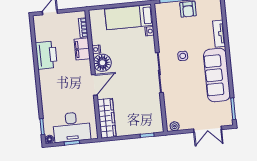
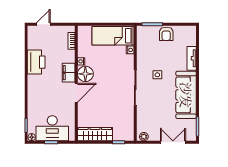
filing cabinet: (82, 49) -> (69, 73), moved
wardrobe: (107, 118) -> (95, 134), moved, turned -90
double door: (208, 129) -> (173, 142), swing flipped

